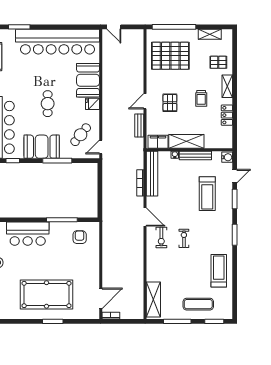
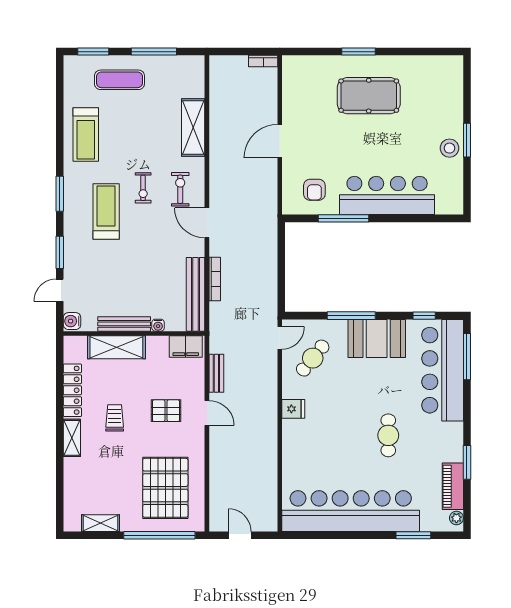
door: (114, 27) -> (240, 535), moved
pallet: (170, 56) -> (165, 488), turned 90
pallet: (218, 62) -> (87, 477), removed
booth: (88, 80) -> (301, 448), removed
door: (145, 101) -> (207, 413), hinge flipped
pallet: (170, 103) -> (166, 411), turned 90
cafe table: (48, 104) -> (388, 435), moved
locker: (227, 115) -> (72, 390), width x1.53
shelving: (186, 141) -> (116, 347), moved
treadmill: (207, 194) -> (106, 212), moved
bar counter: (28, 234) -> (387, 195), width x1.36
pool table: (47, 294) -> (369, 96), width x0.73, depth x0.76
door: (101, 298) -> (280, 141), moved
shelving: (153, 299) -> (193, 128), moved

